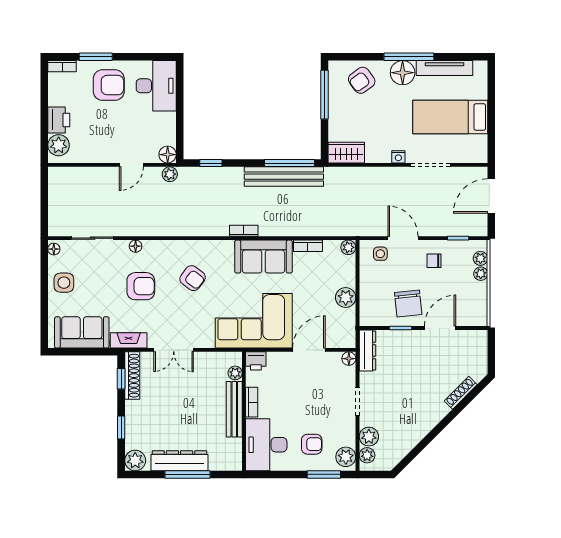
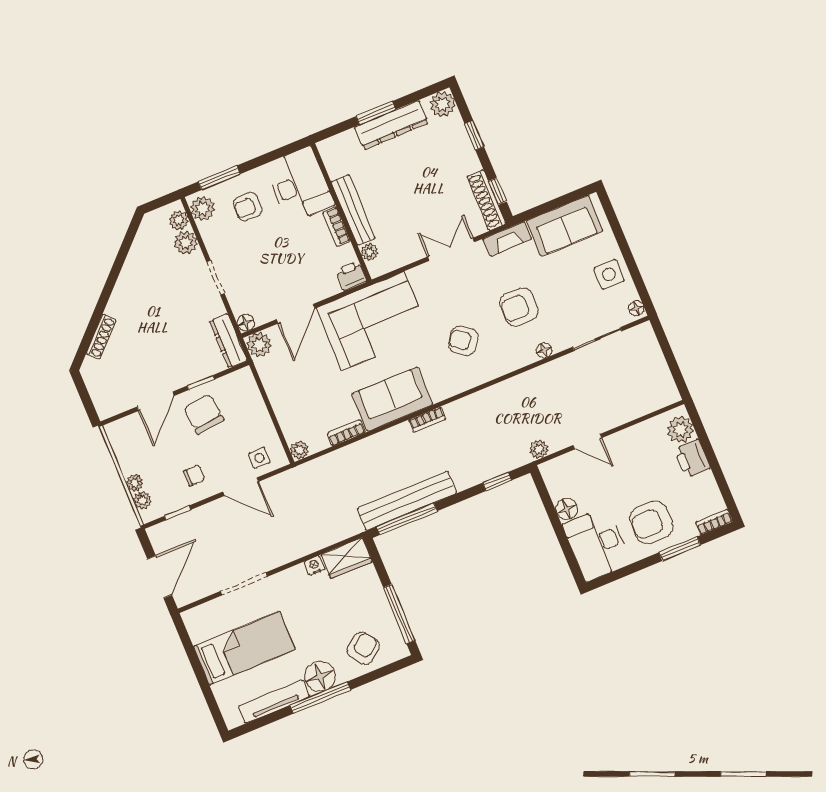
floor lamp: (168, 155) -> (567, 509), moved
nightstand: (398, 157) -> (315, 565), moved
door: (131, 165) -> (588, 442), swing flipped
plant: (346, 297) -> (259, 345), moved
window: (188, 474) -> (376, 113), width x0.69

